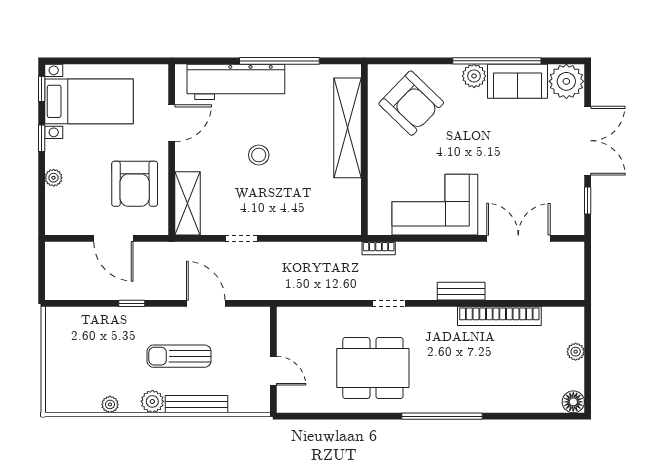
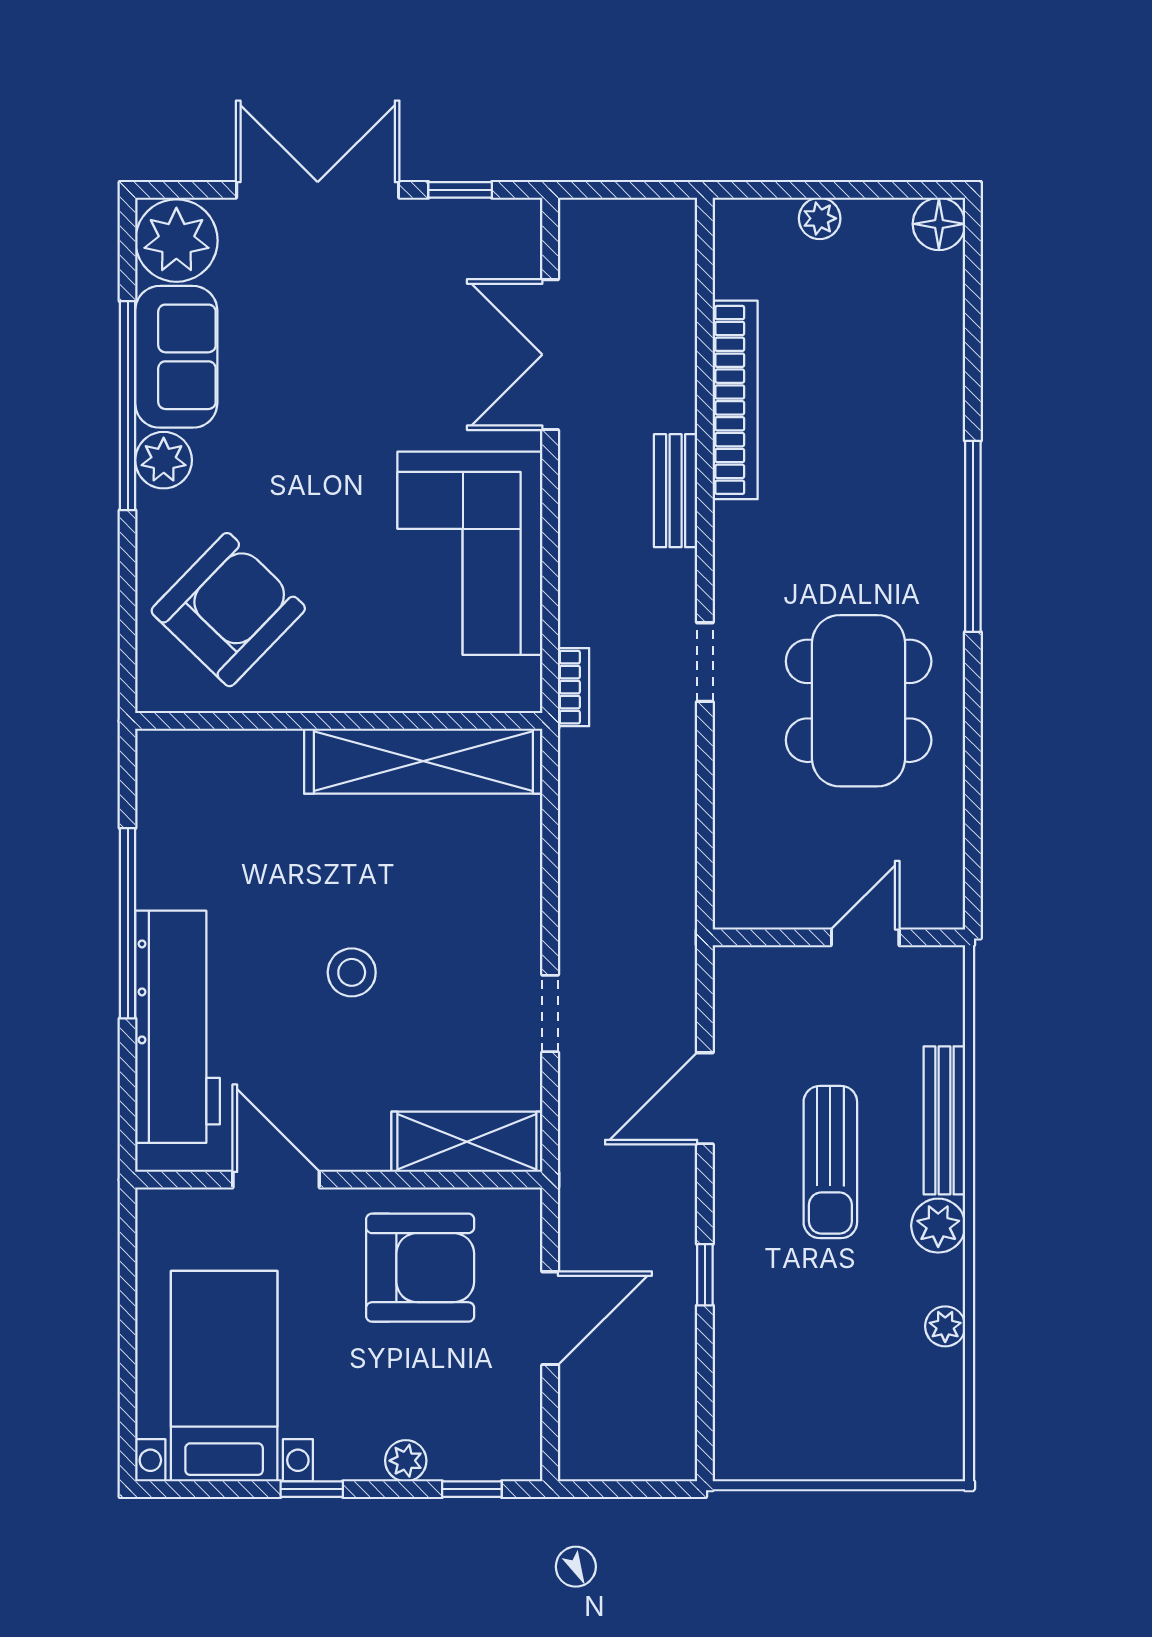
window: (42, 89) -> (472, 1489), moved
shelving: (348, 128) -> (423, 761), moved

